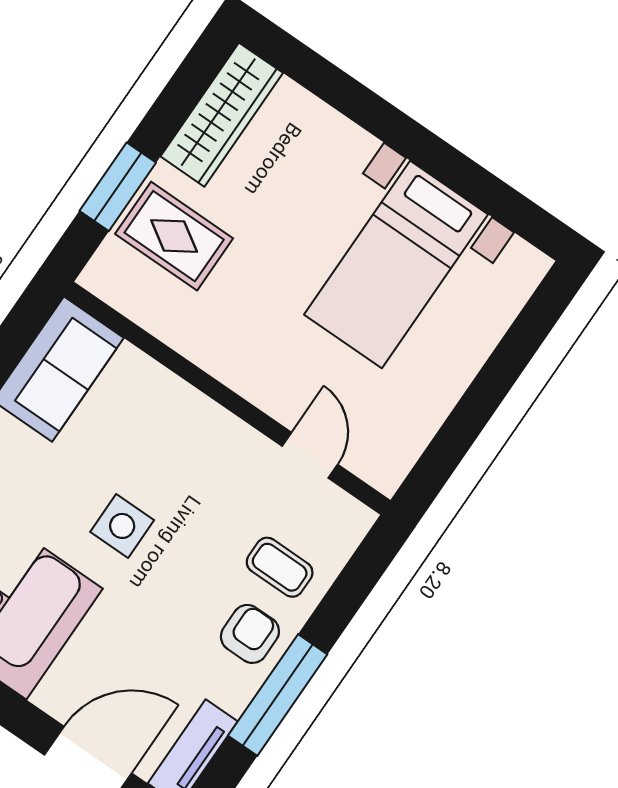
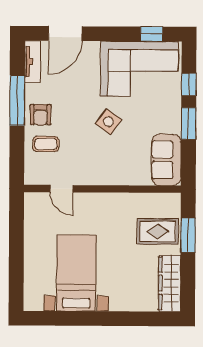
side table: (122, 526) -> (108, 122), turned 36

